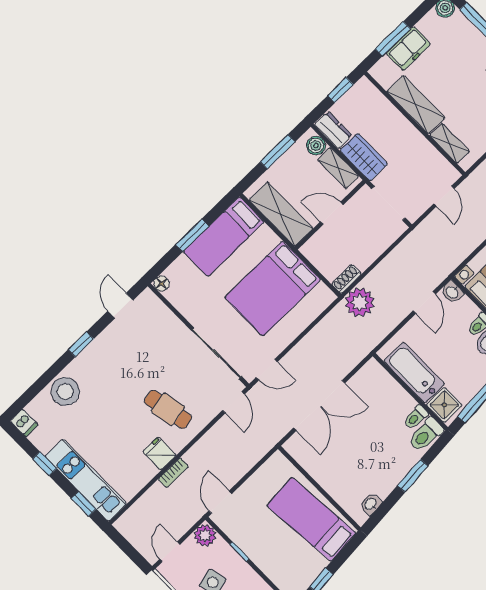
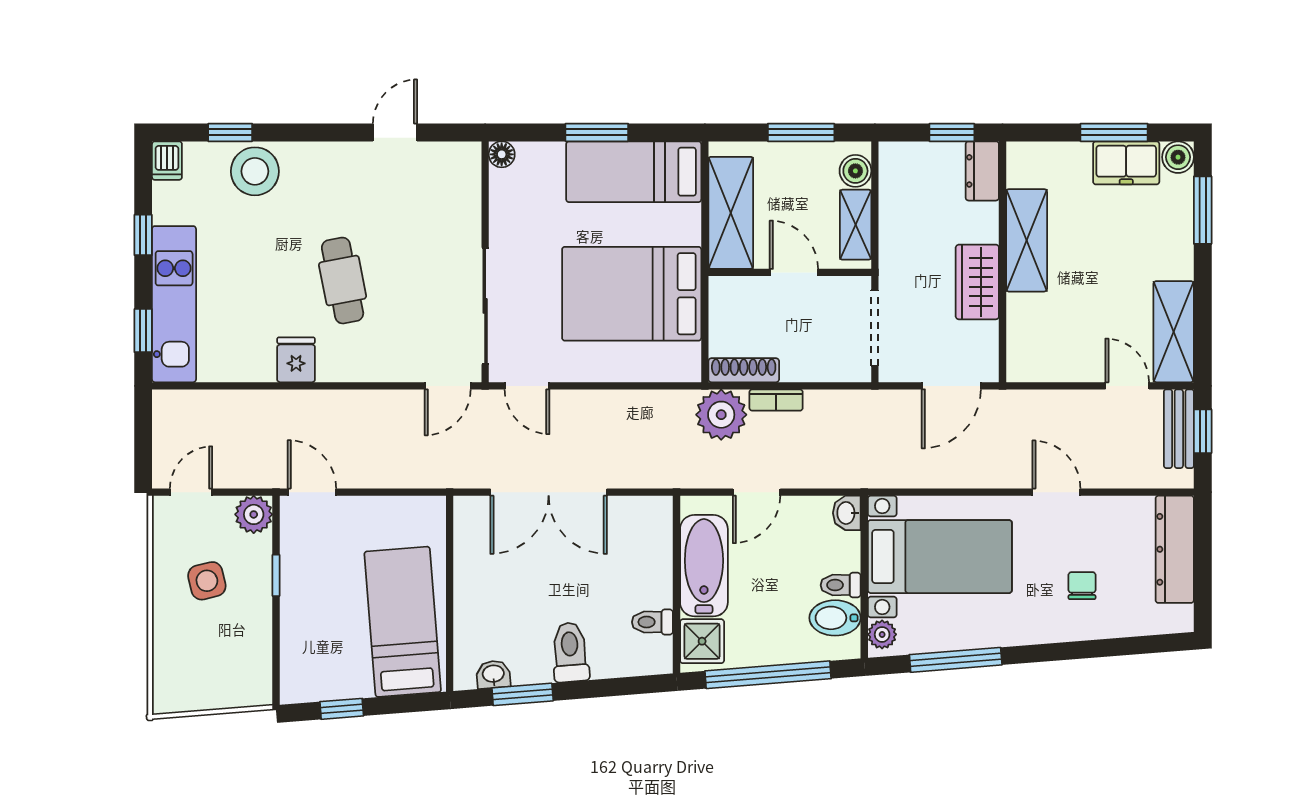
window: (393, 39) -> (1114, 132), moved
freezer: (408, 49) -> (1126, 163), moved
dresser: (333, 130) -> (982, 171), moved, turned 180
shelving: (450, 144) -> (1021, 328), removed
wardrobe: (364, 157) -> (977, 282), moved, turned 180
door: (444, 196) -> (951, 386), width x1.38
shoe rack: (346, 279) -> (744, 370), width x1.43
door: (424, 303) -> (757, 492), moved
door: (121, 306) -> (395, 132), moved
window: (81, 344) -> (230, 132), moved
cafe table: (168, 409) -> (343, 281), moved
toilet: (426, 435) -> (570, 652), moved, turned 85
bookcase: (173, 473) -> (776, 400), moved
window: (413, 476) -> (523, 694), moved
door: (220, 502) -> (312, 492), hinge flipped

